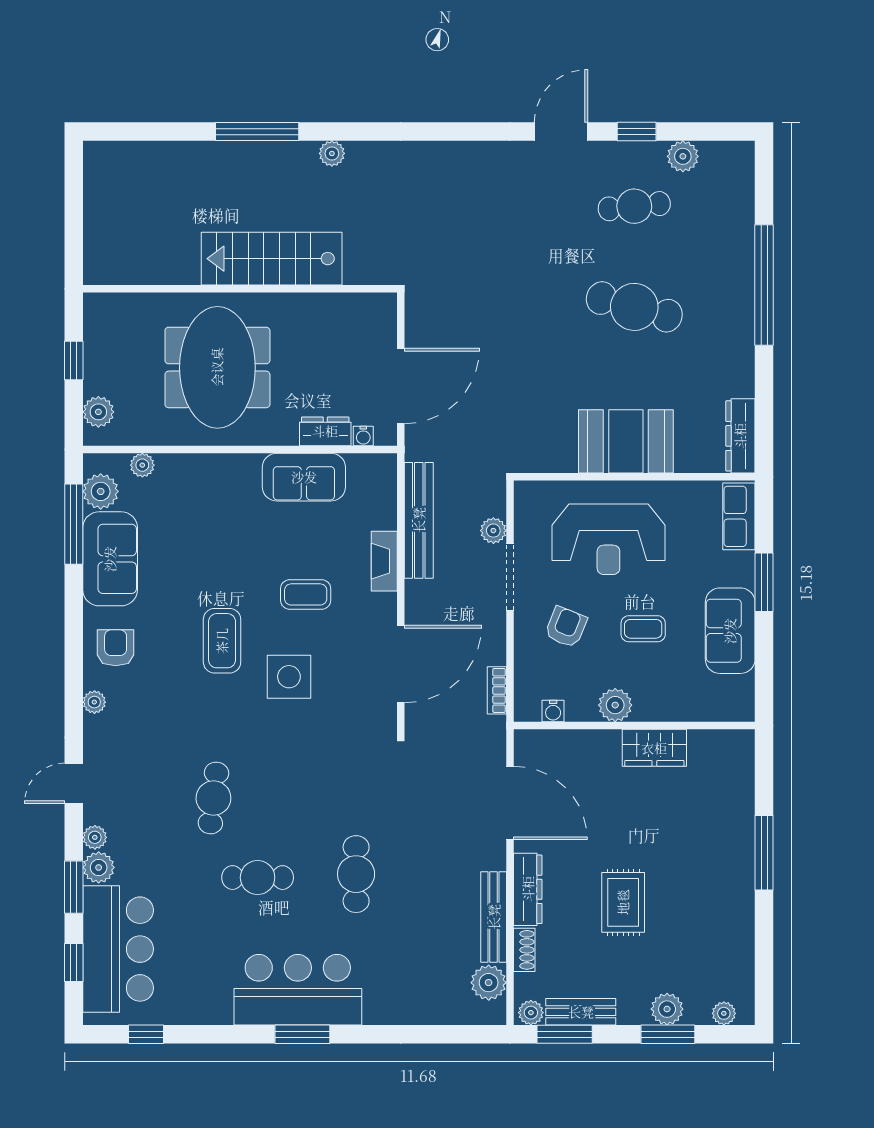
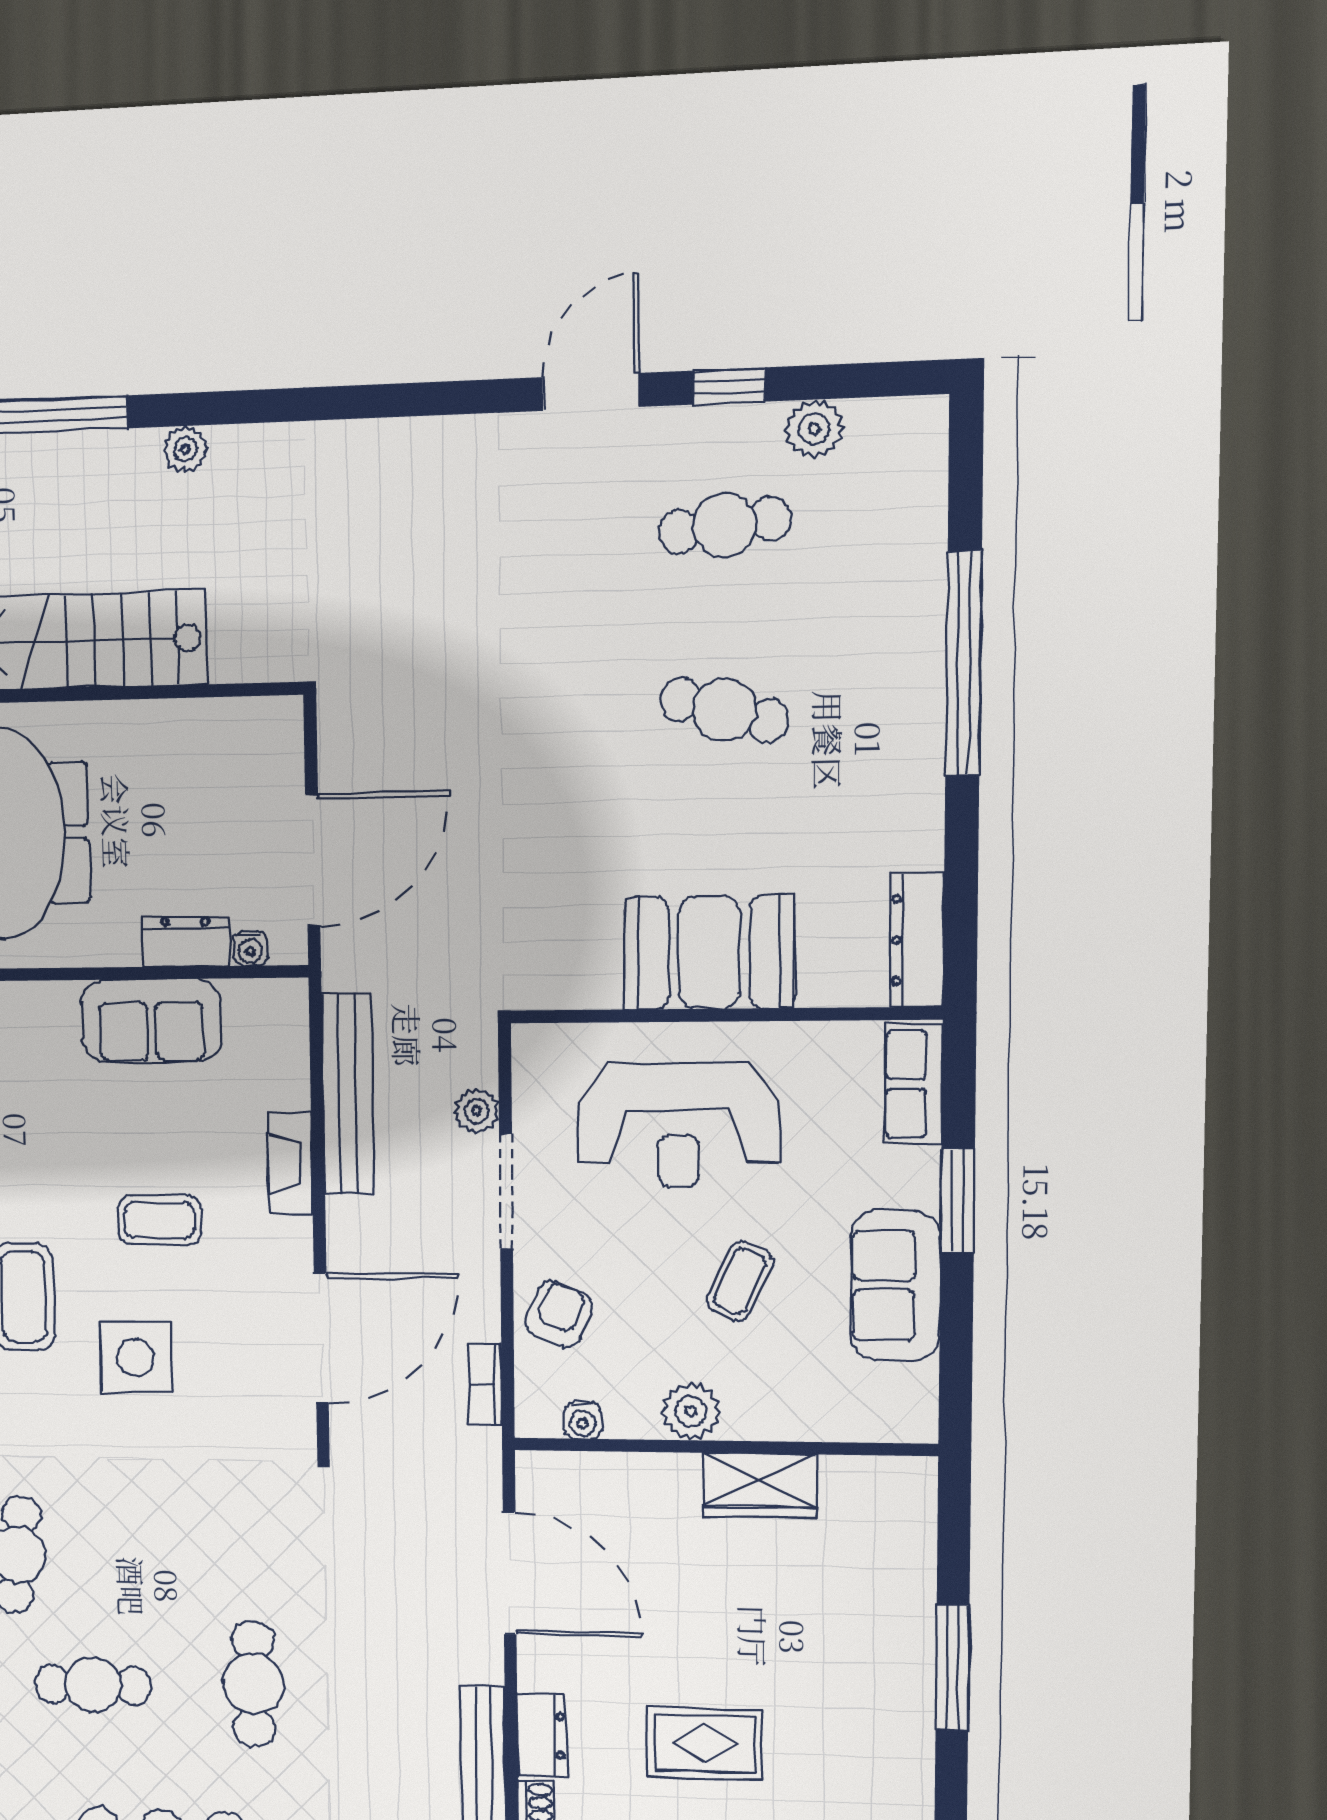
cafe table: (634, 307) -> (724, 710), width x0.73, depth x0.74
armchair: (566, 627) -> (559, 1314), moved
coffee table: (643, 629) -> (740, 1281), turned -65
dresser: (528, 889) -> (541, 1735), width x0.70
rug: (623, 902) -> (705, 1743), turned 90

